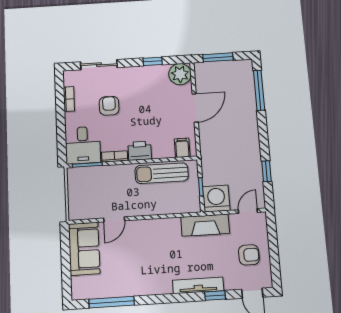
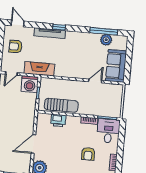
filing cabinet: (182, 148) -> (46, 119), removed
printer: (140, 151) -> (58, 120), moved
plant: (106, 289) -> (106, 40), added
window: (215, 296) -> (59, 27), moved

